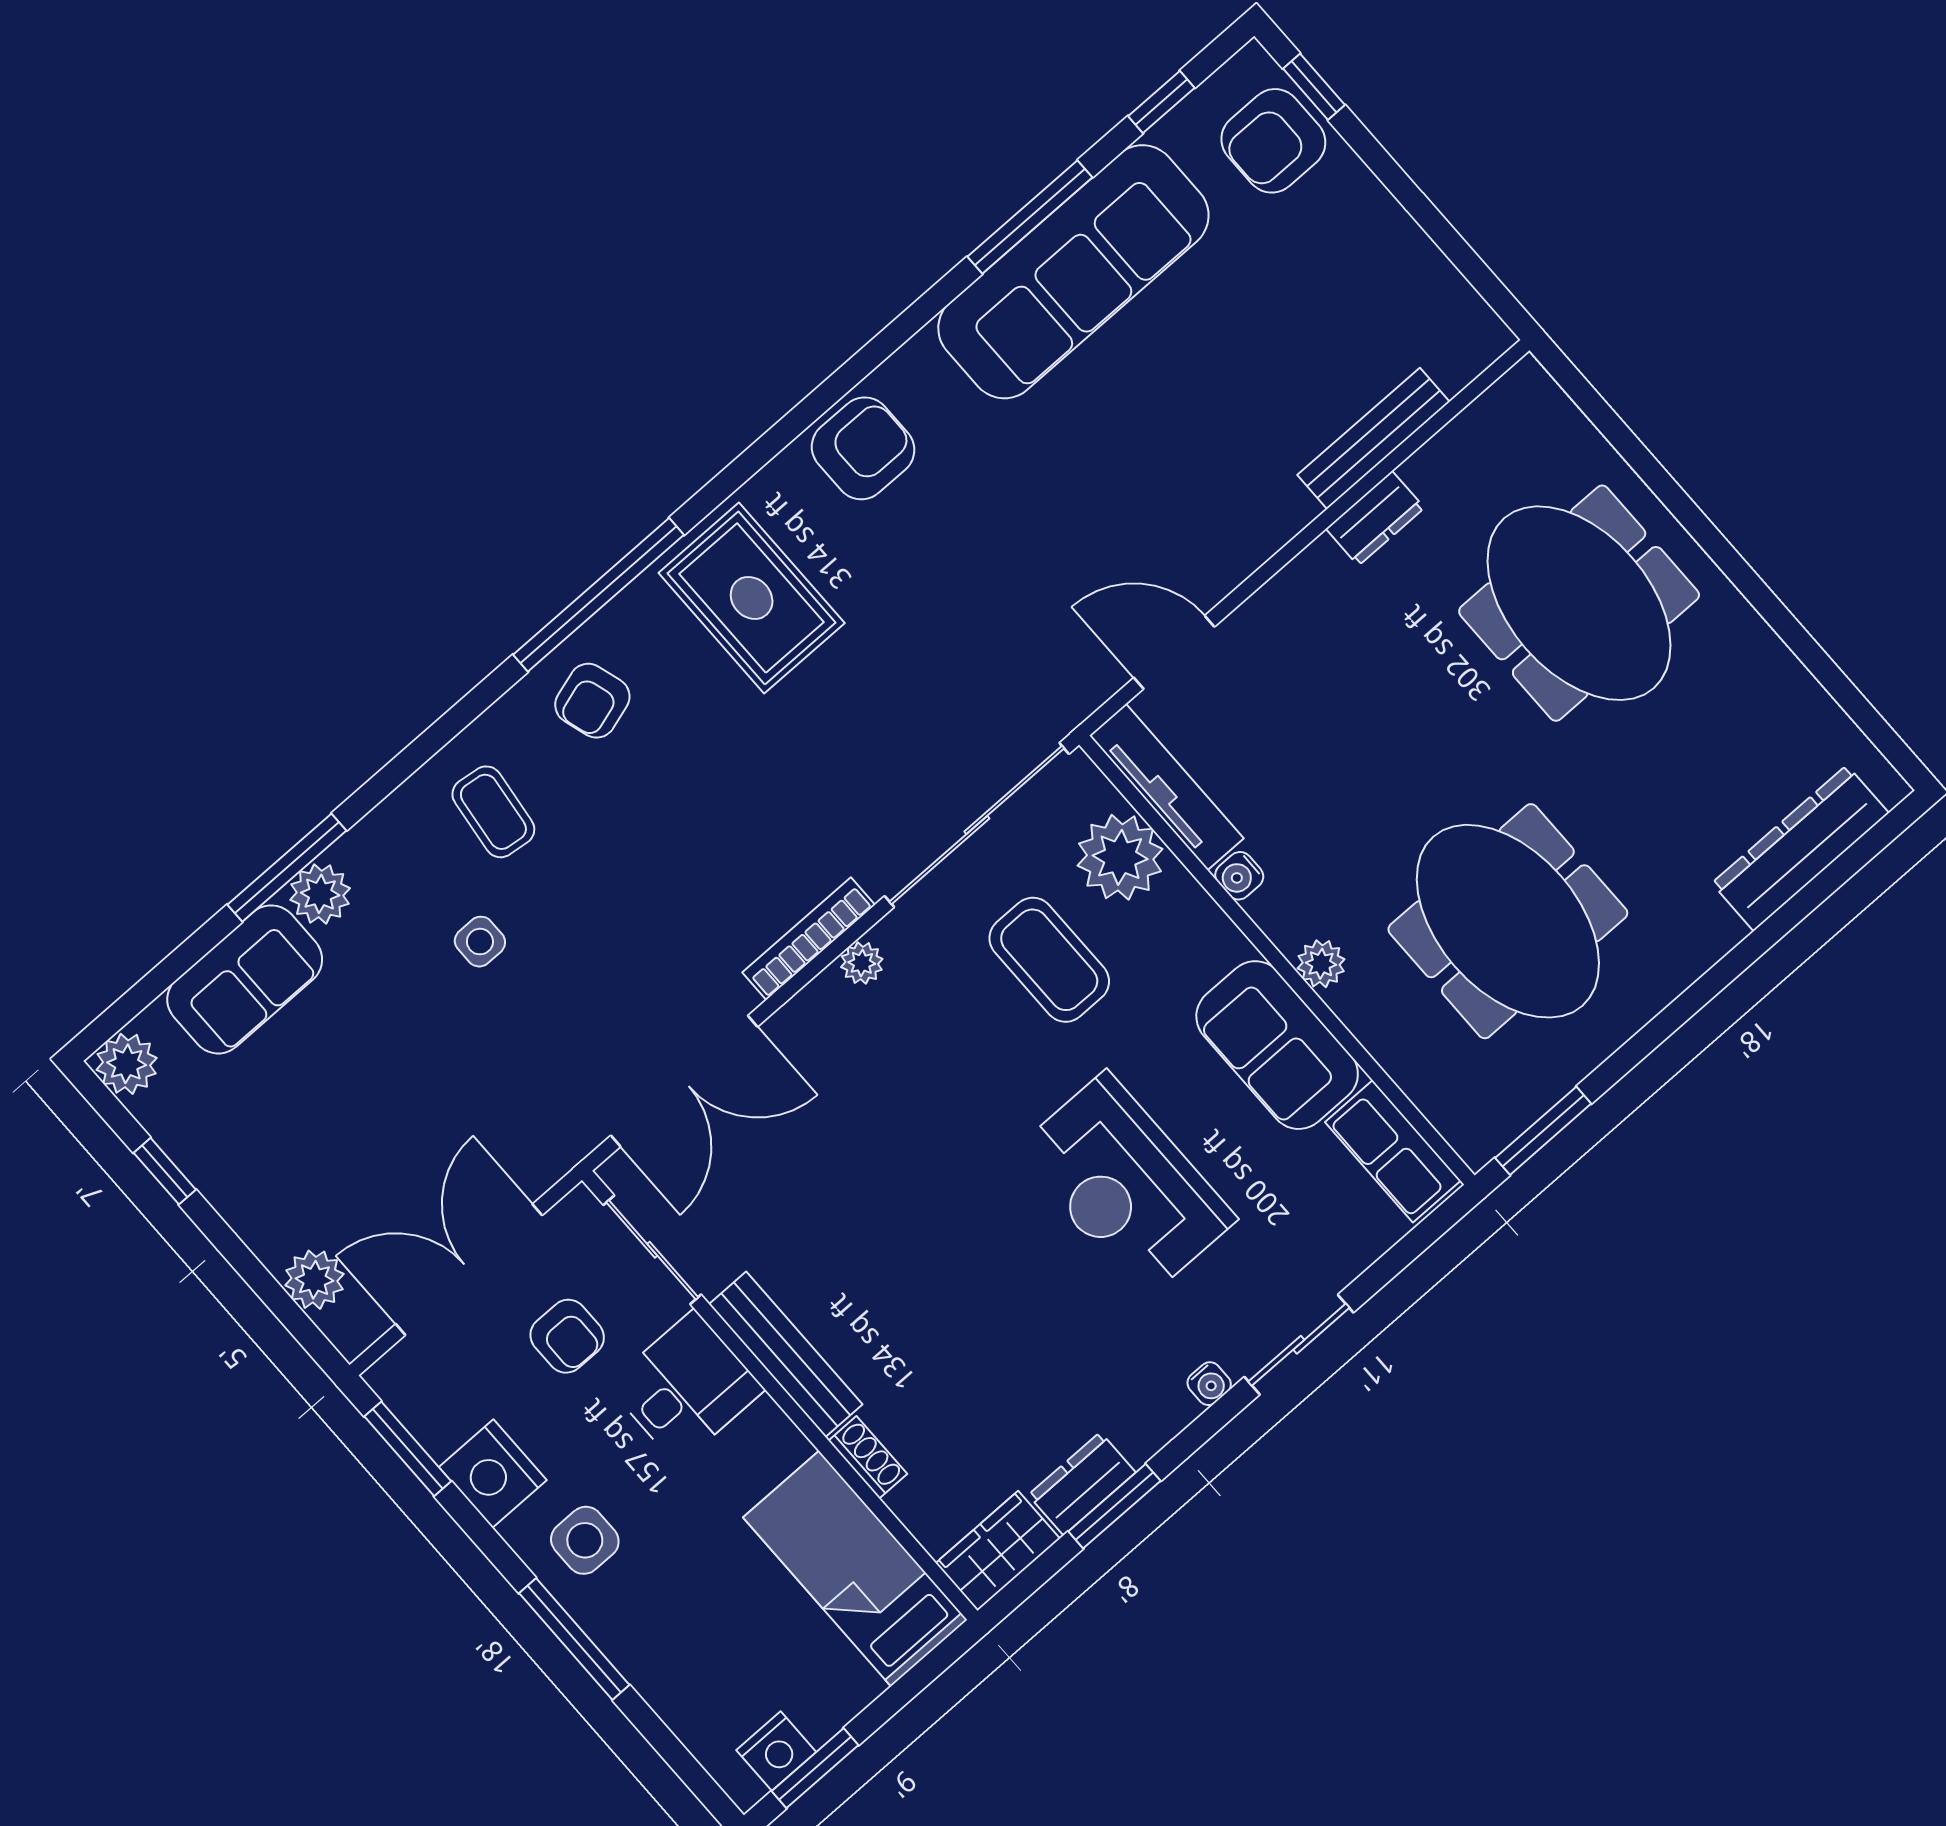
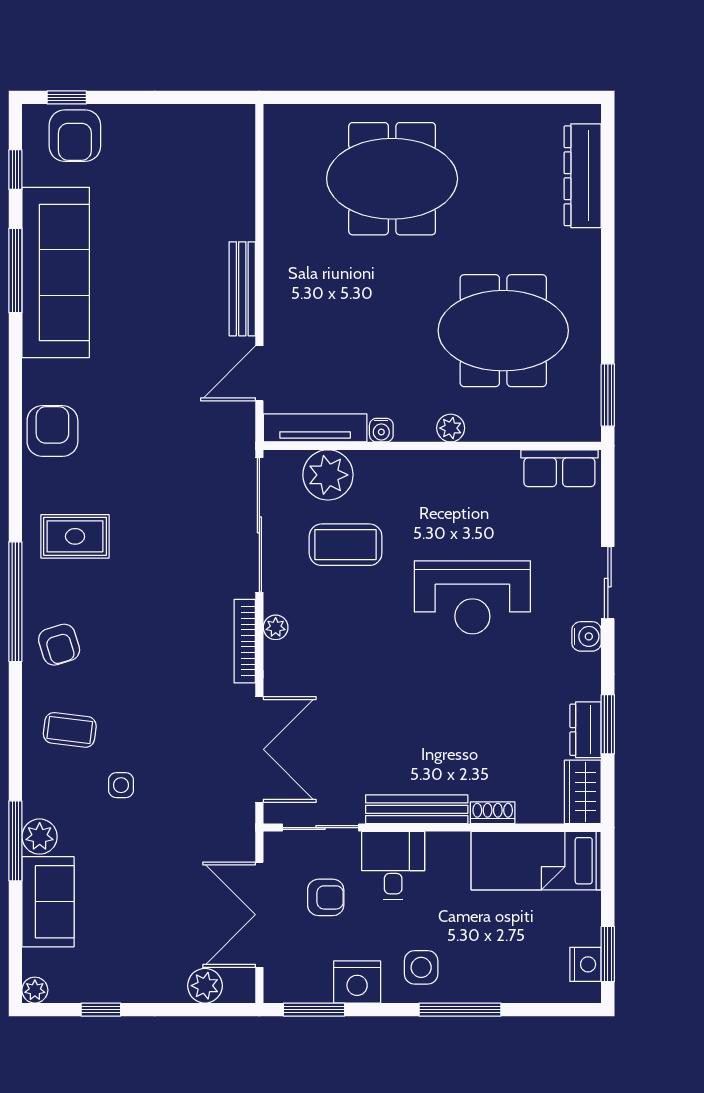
bench: (1374, 438) -> (242, 289), moved
dresser: (1375, 518) -> (278, 235), removed
rug: (752, 598) -> (75, 536), width x0.73, depth x0.70
sofa: (1277, 1045) -> (469, 478), removed
plant: (127, 1064) -> (35, 990), width x0.73, depth x0.73
water cooler: (1209, 1384) -> (586, 636), width x1.38, depth x1.38

